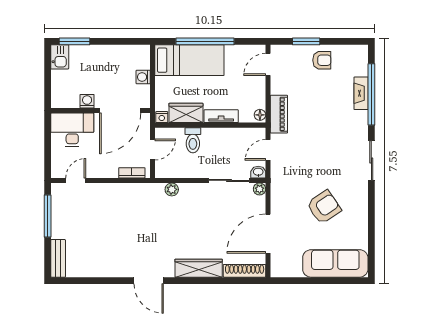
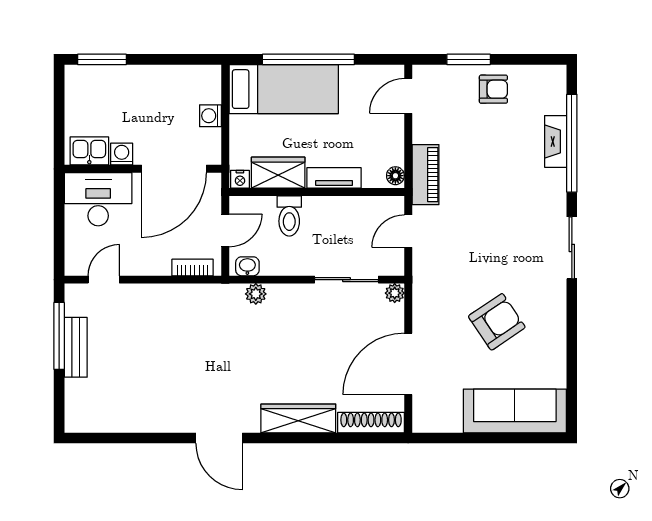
kitchen sink: (60, 57) -> (89, 151), moved, turned -90
washbasin: (258, 172) -> (247, 266), moved
bench: (58, 258) -> (76, 347), moved

